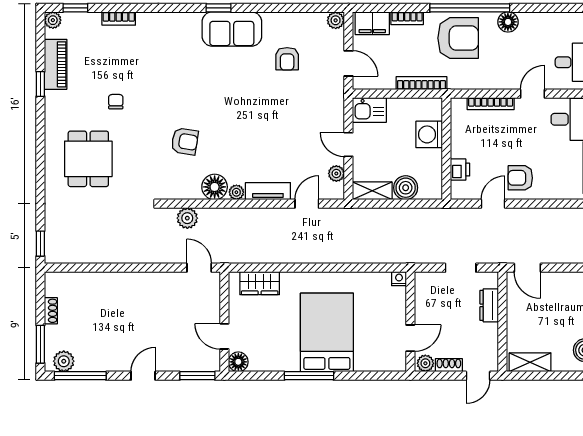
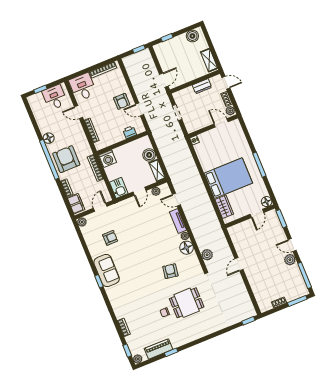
washing machine: (429, 134) -> (108, 159), moved
dining table: (88, 159) -> (187, 303), moved
door: (199, 268) -> (239, 264), moved
dresser: (489, 305) -> (202, 86), moved
bed: (327, 332) -> (228, 178), moved, turned 180
plant: (64, 361) -> (290, 260), moved

